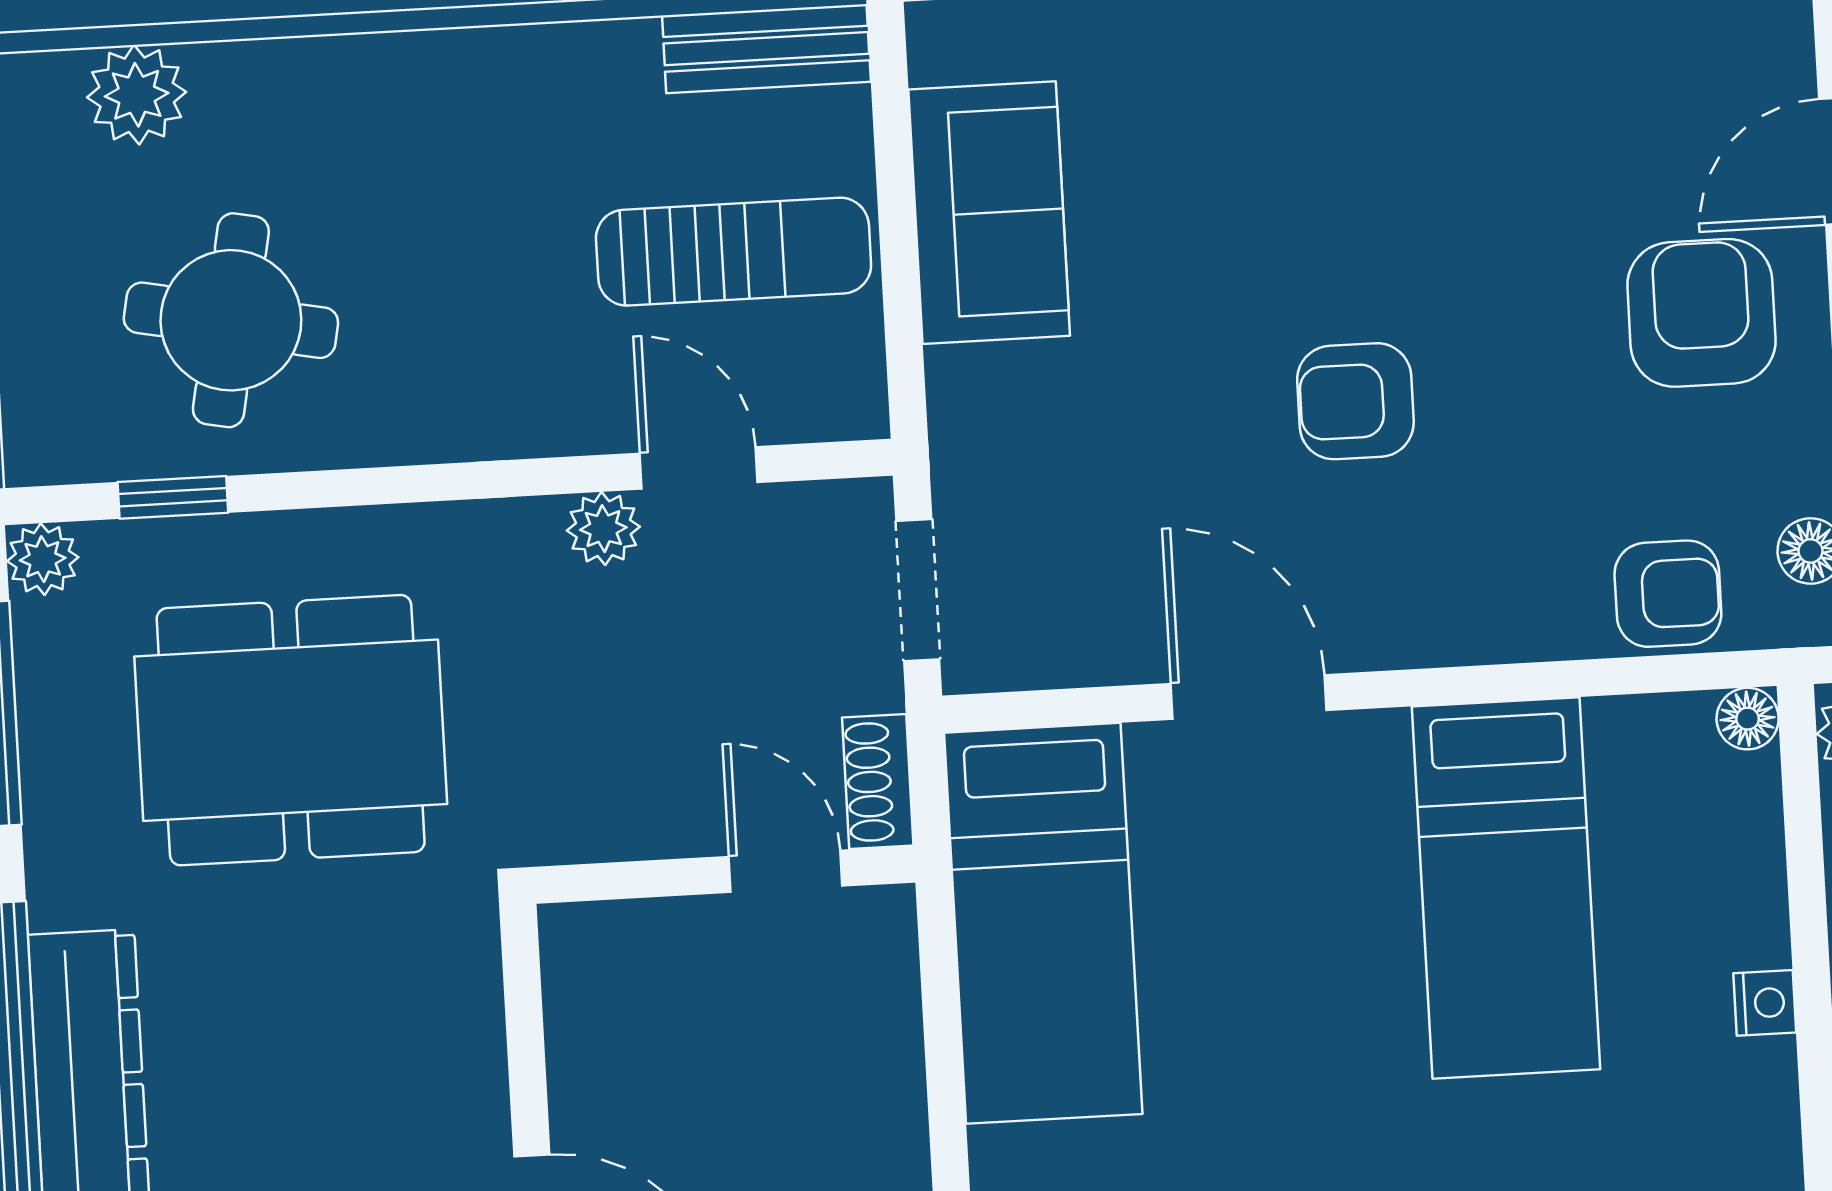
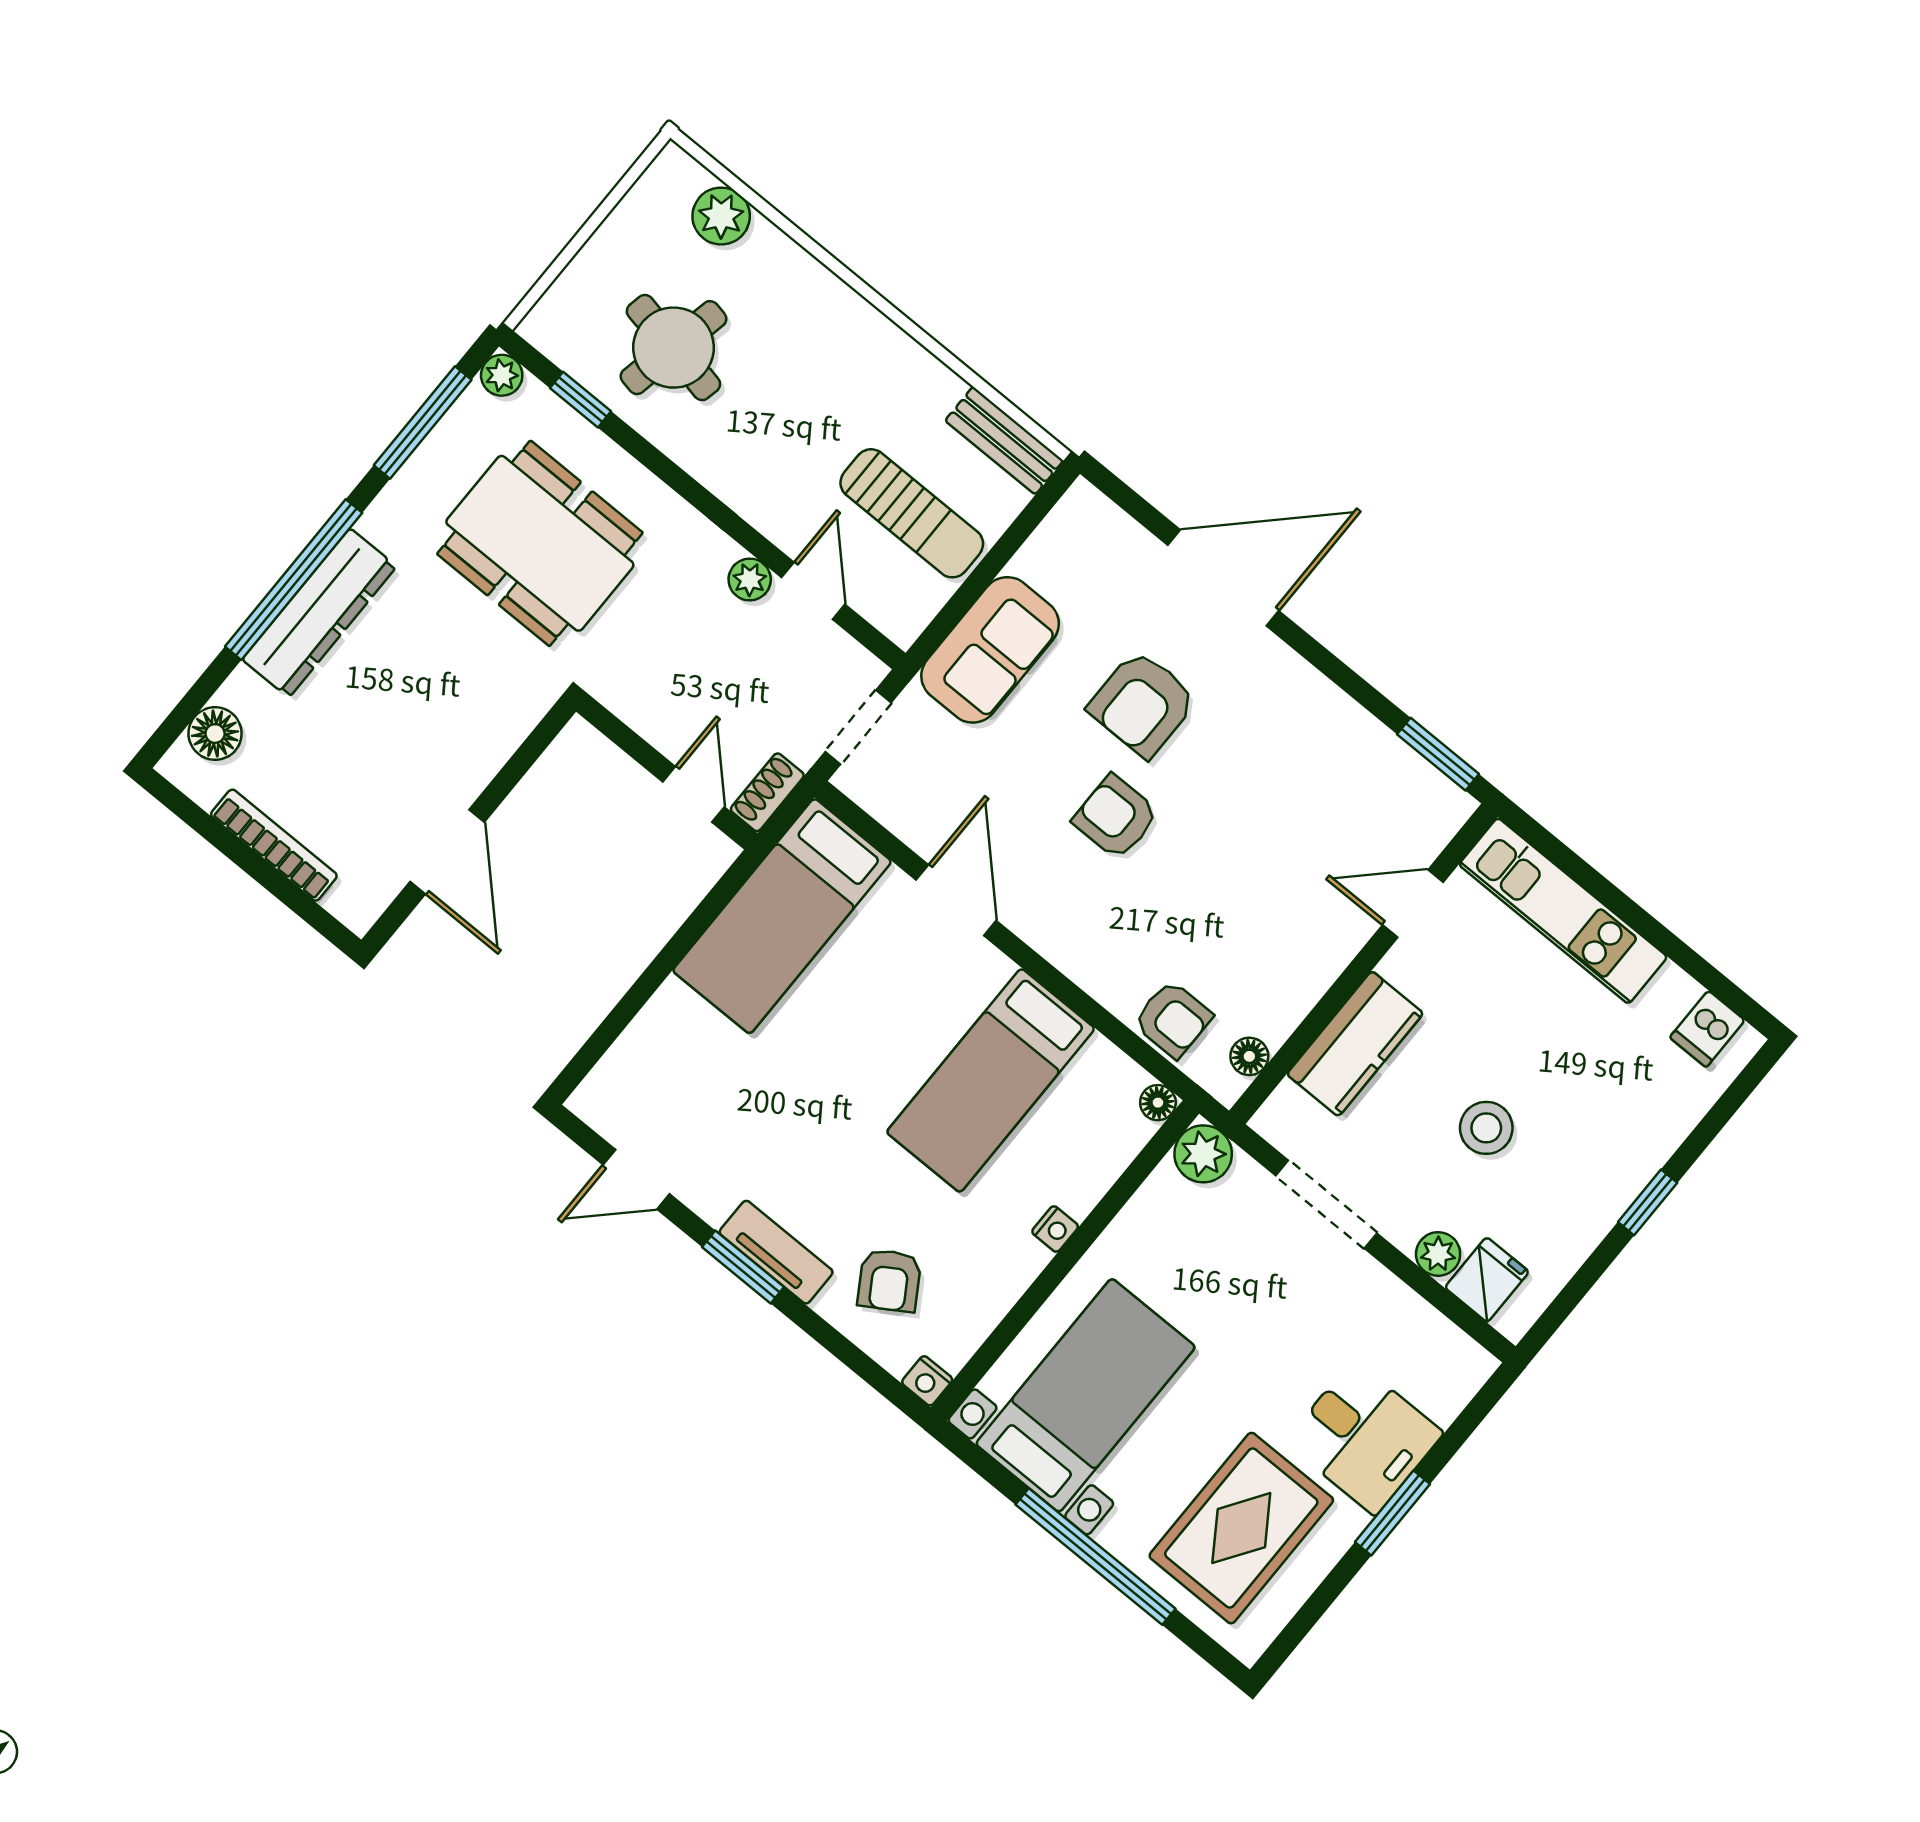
sofa: (989, 213) -> (990, 650), moved
armchair: (1701, 313) -> (1142, 704), moved, turned 180

